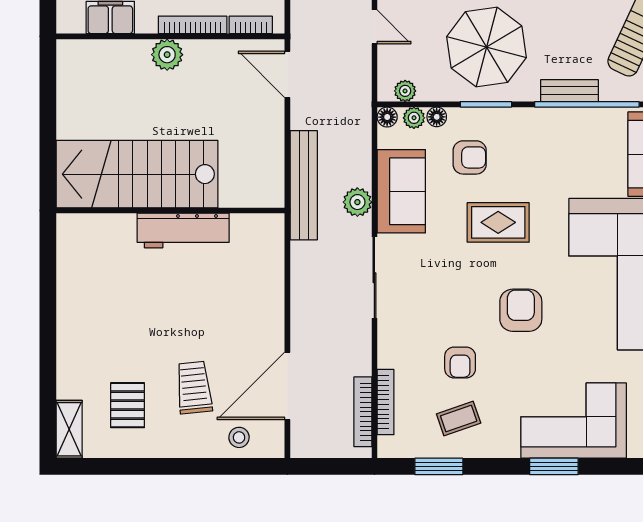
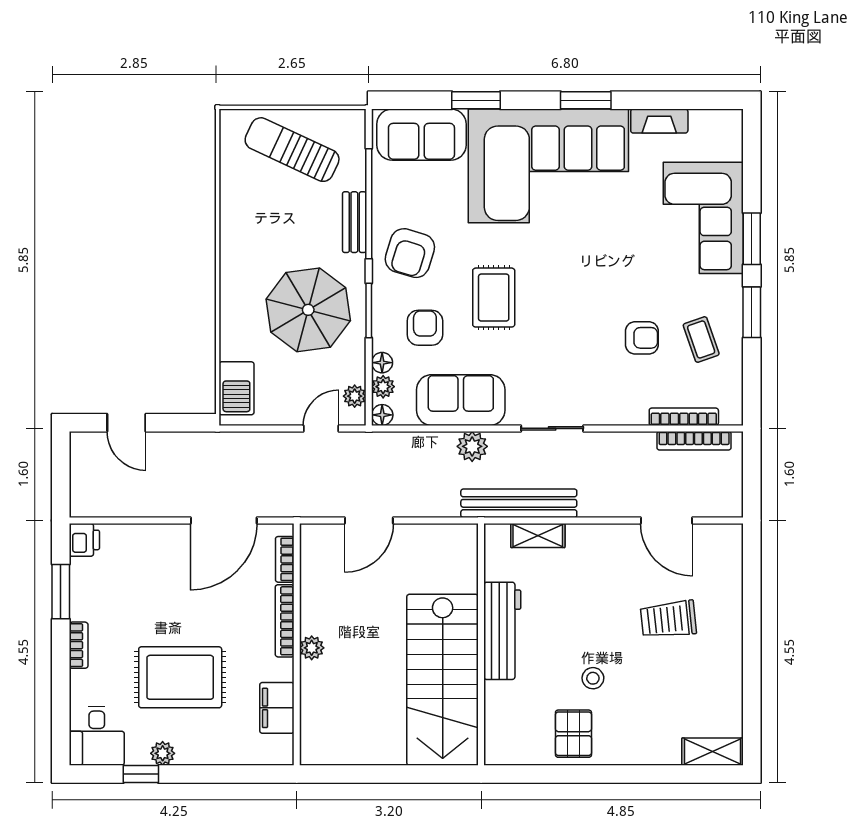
door: (374, 27) -> (321, 428), moved
plant: (167, 55) -> (312, 648), width x0.73, depth x0.73
door: (287, 74) -> (369, 521), moved
bench: (304, 185) -> (519, 503), moved
shelving: (273, 264) -> (538, 536), added
sliding door: (374, 278) -> (552, 428), width x0.73
armchair: (521, 310) -> (410, 253), moved, turned -73
door: (287, 386) -> (667, 521), width x0.73
pallet: (128, 405) -> (573, 734), moved, turned 90
stool: (239, 437) -> (593, 678), moved
window: (439, 466) -> (752, 312), moved

